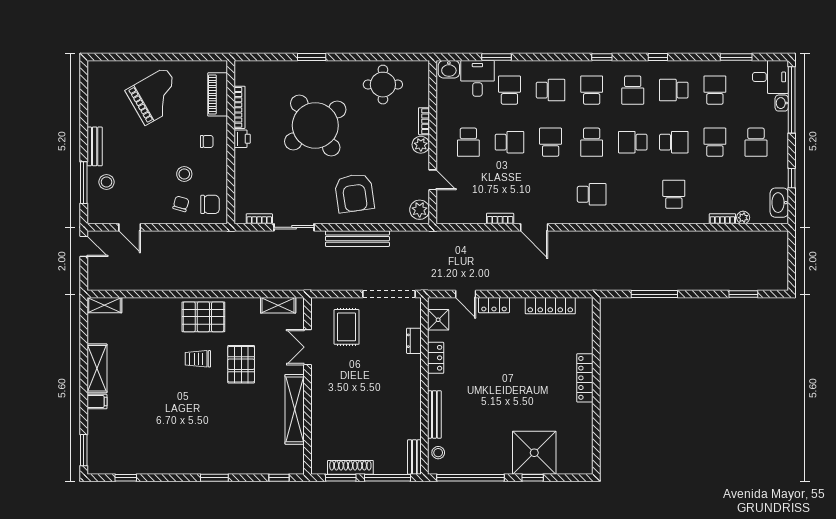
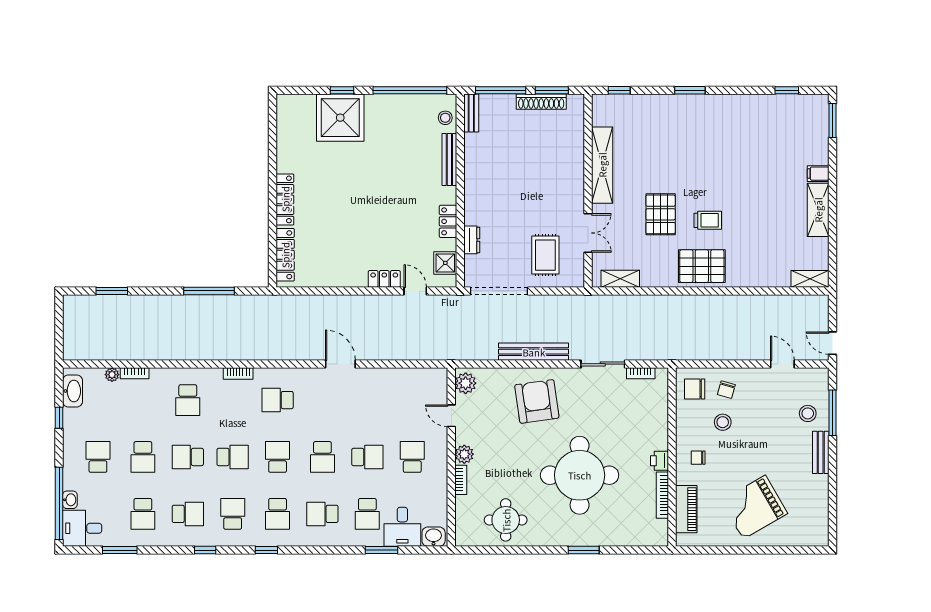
round table: (315, 125) -> (580, 475), turned 36
school desk: (509, 142) -> (367, 457), turned 180
bookcase: (500, 219) -> (238, 373), moved
locker: (550, 306) -> (285, 255), moved, turned 90

